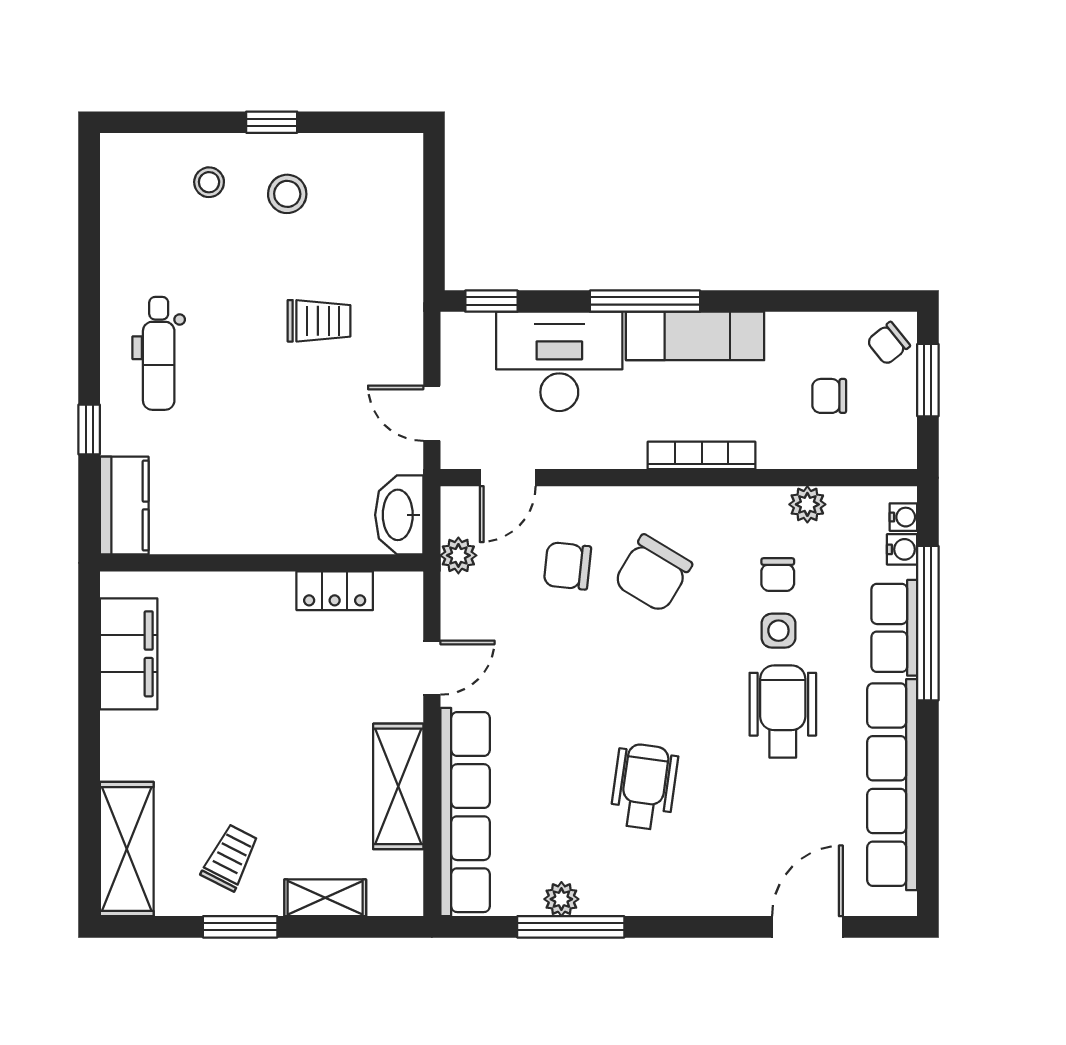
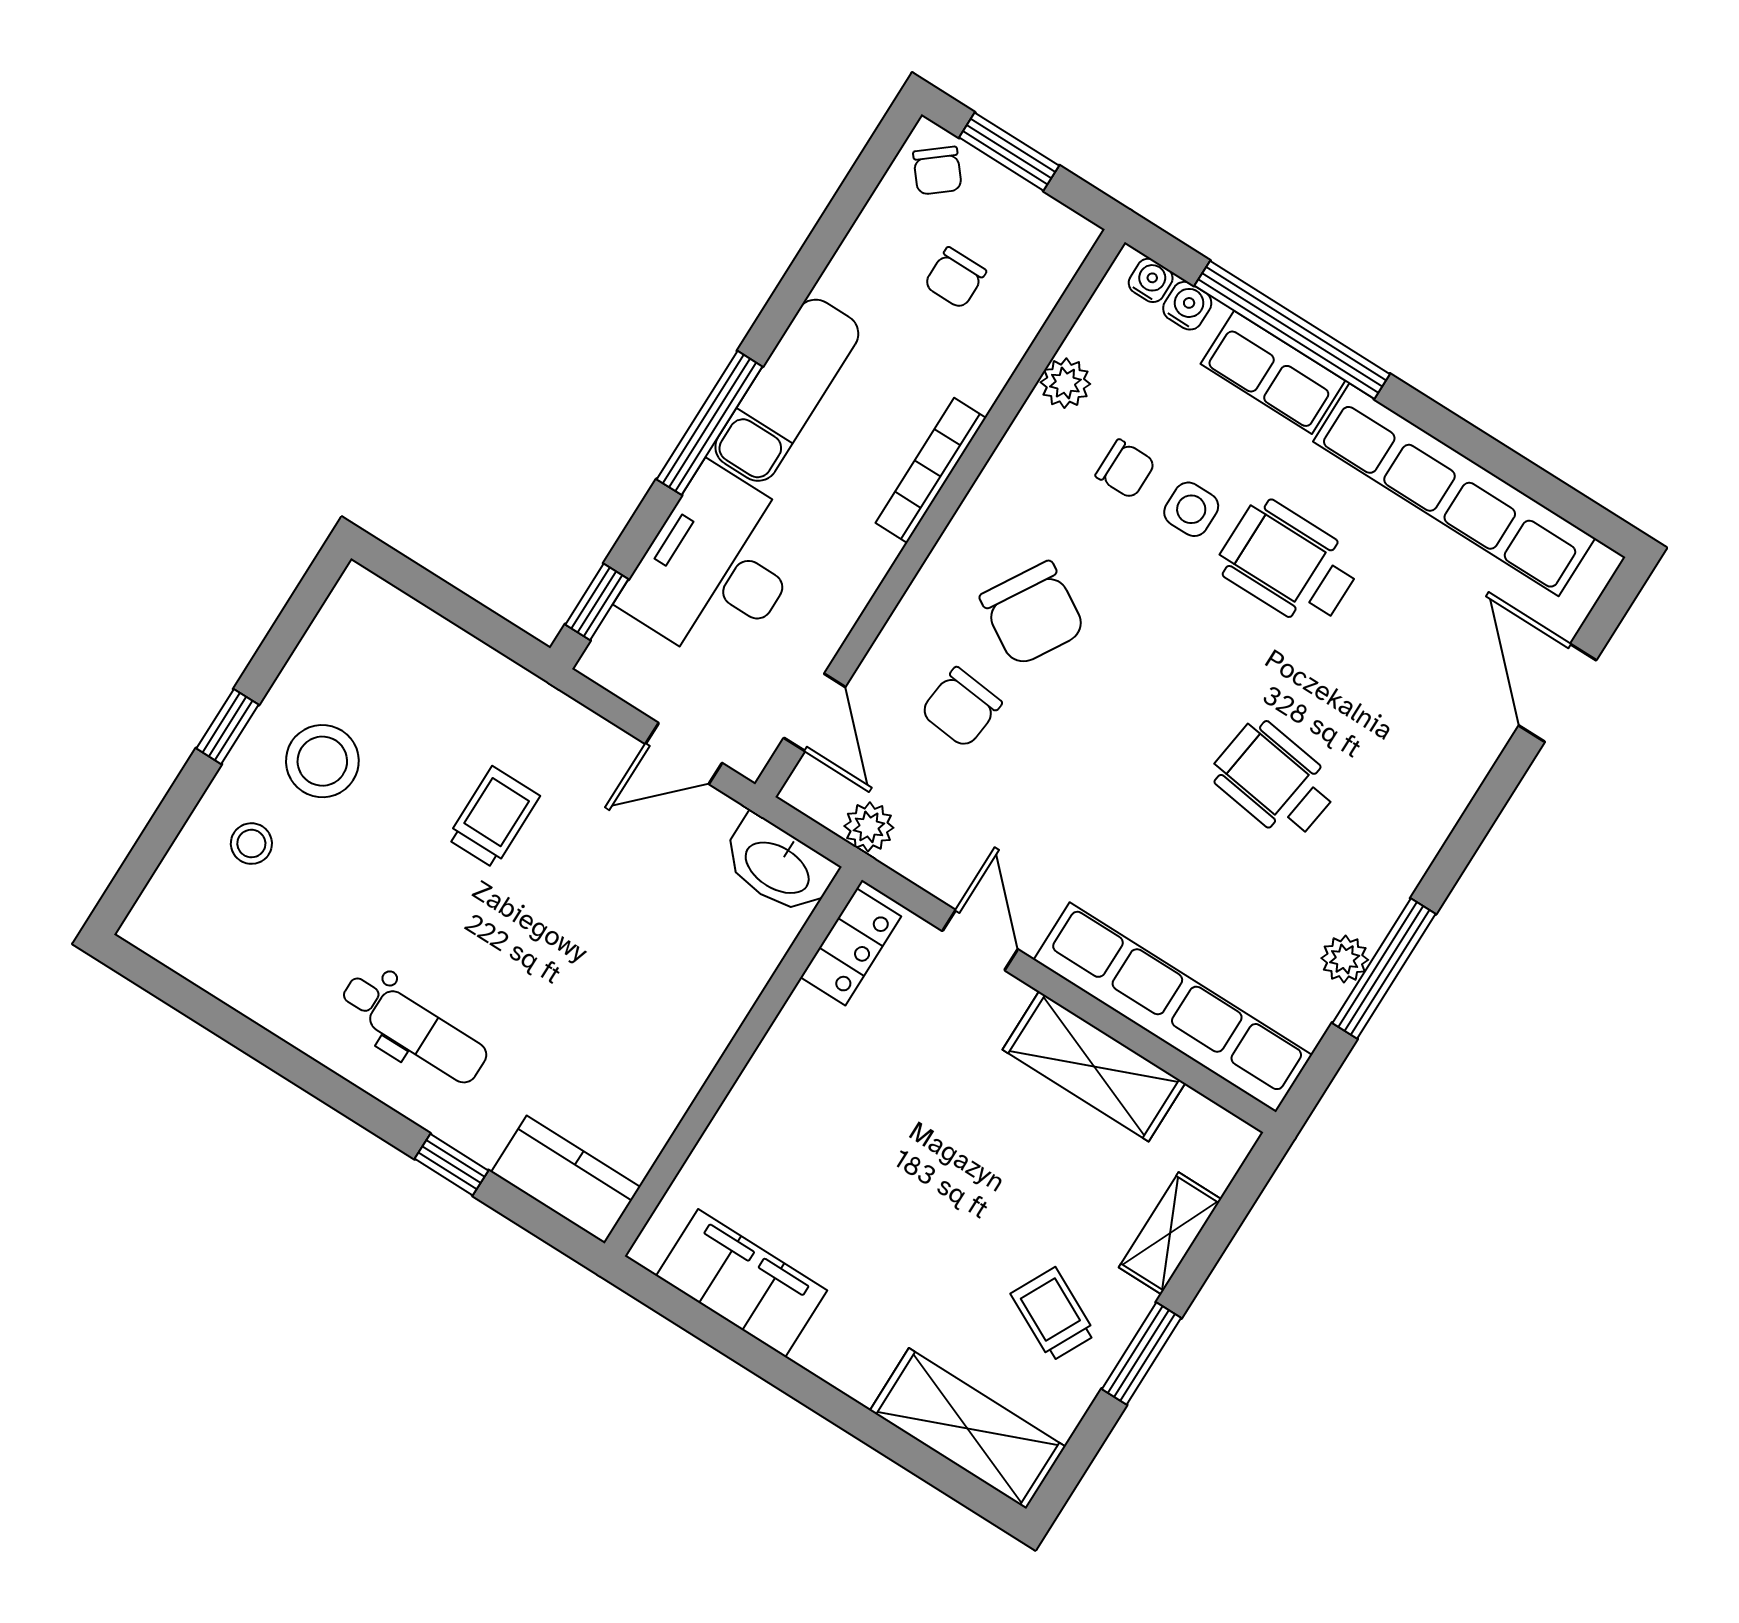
stool: (287, 194) -> (322, 761), width x1.38, depth x1.38
locker: (335, 591) -> (851, 947), moved

